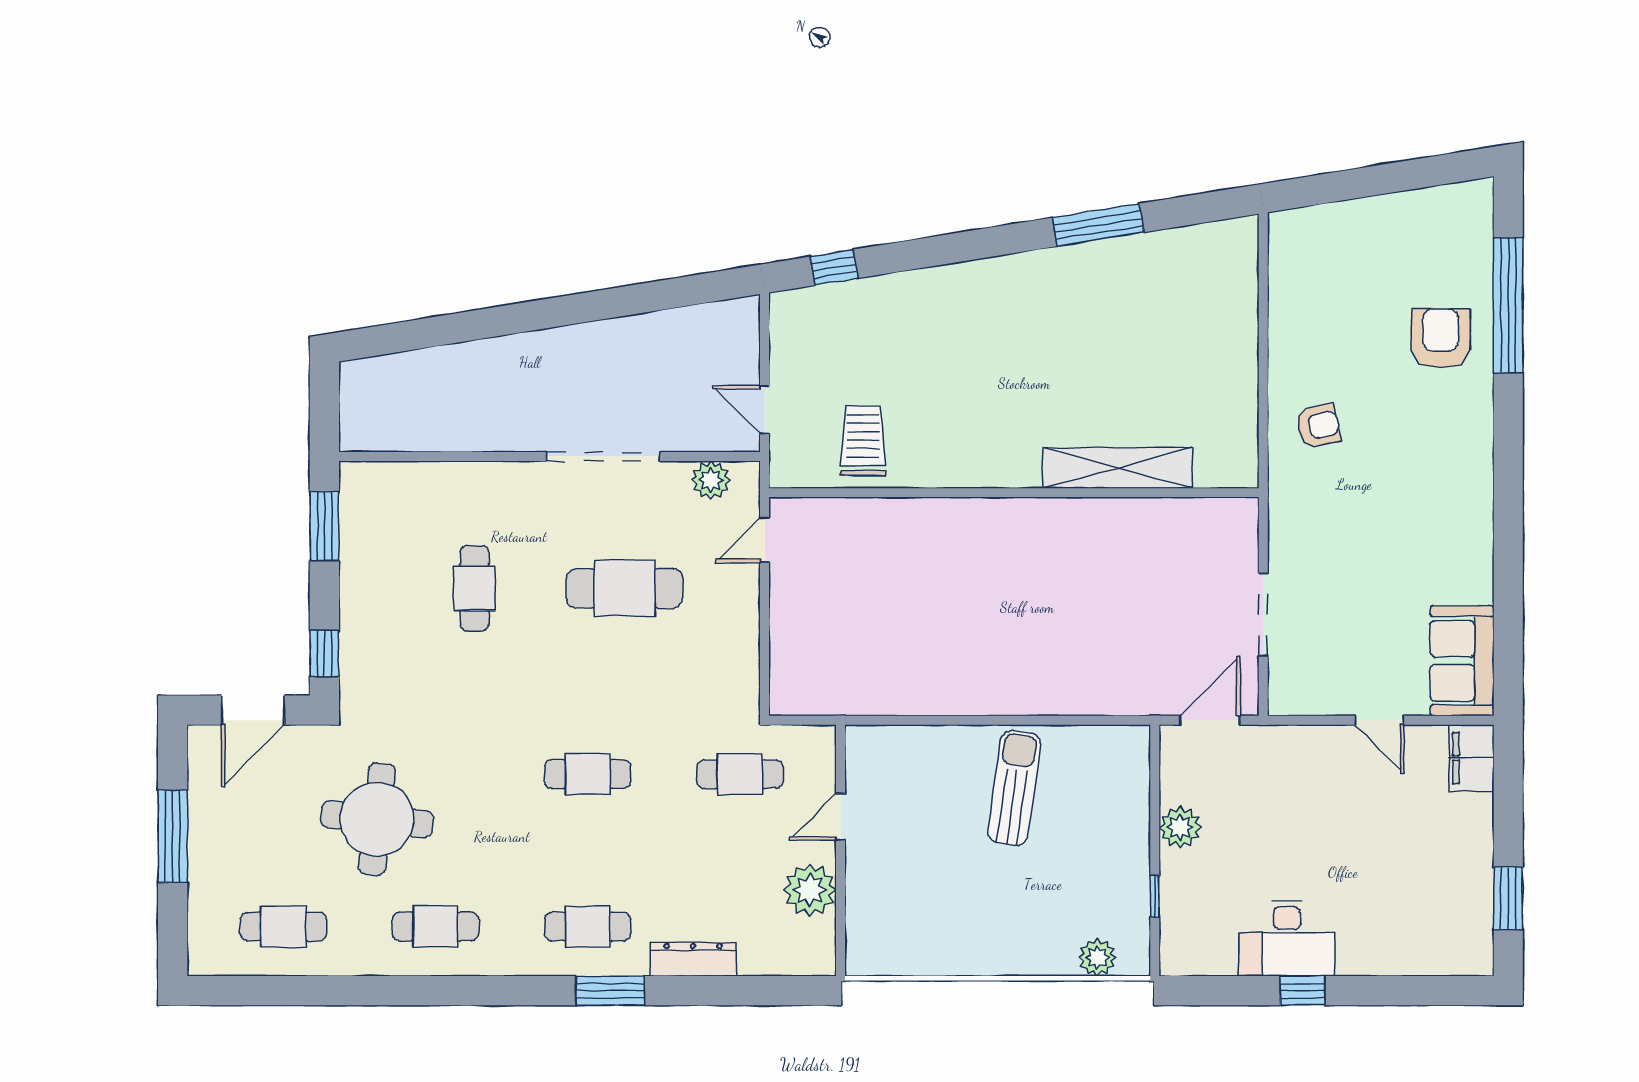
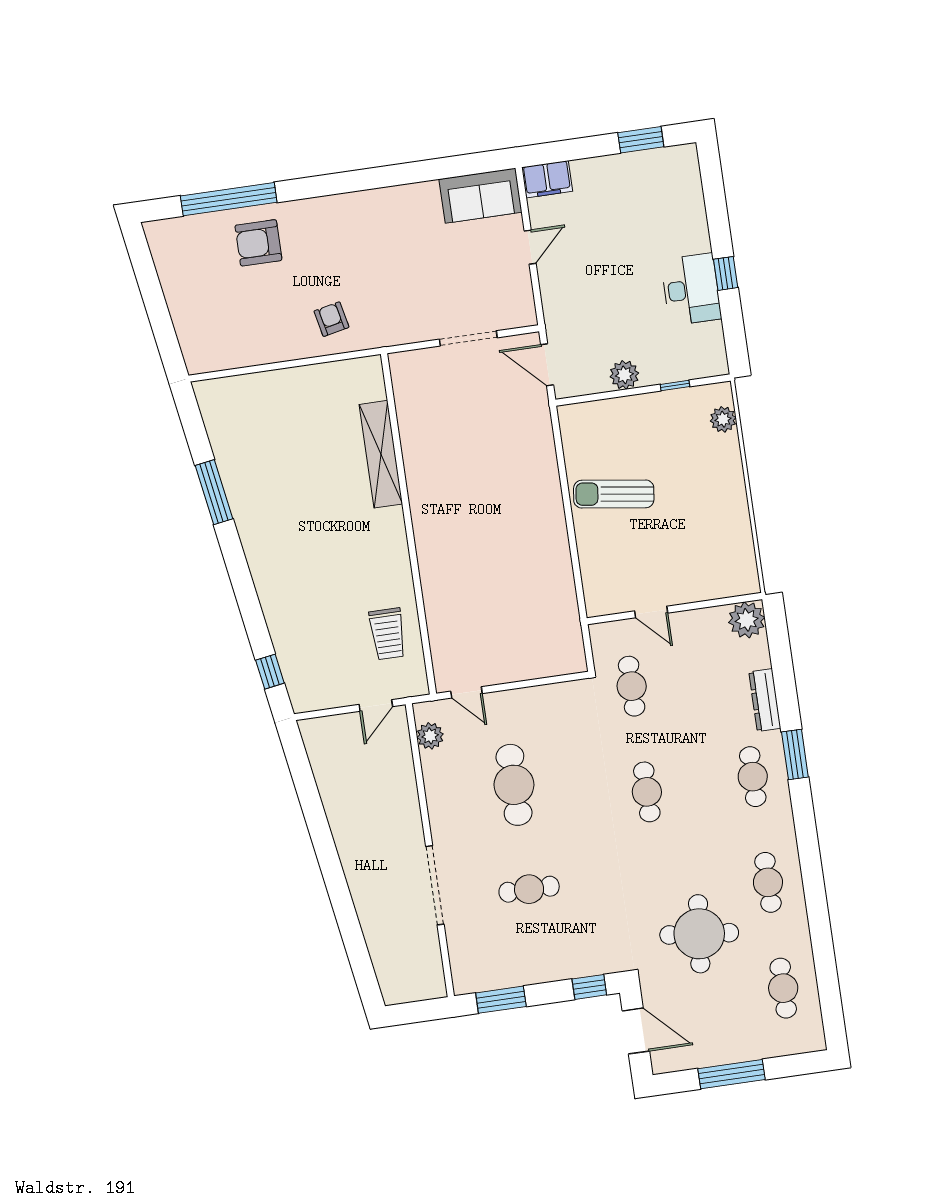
trolley: (863, 441) -> (388, 634), turned -90
doorway: (603, 456) -> (435, 885), moved
plant: (810, 890) -> (747, 620), moved

